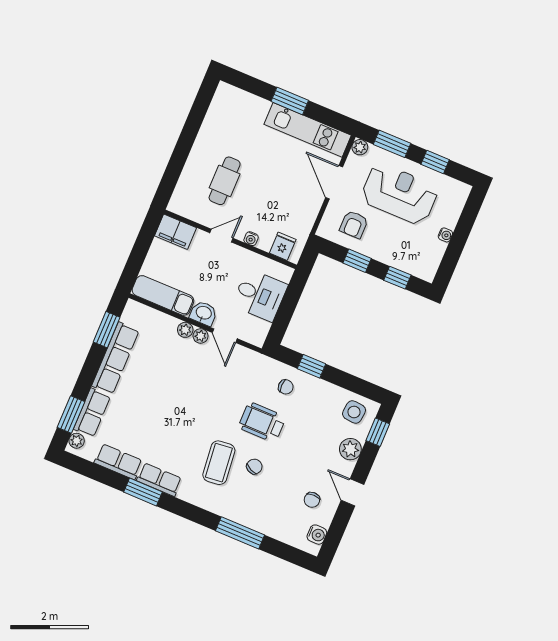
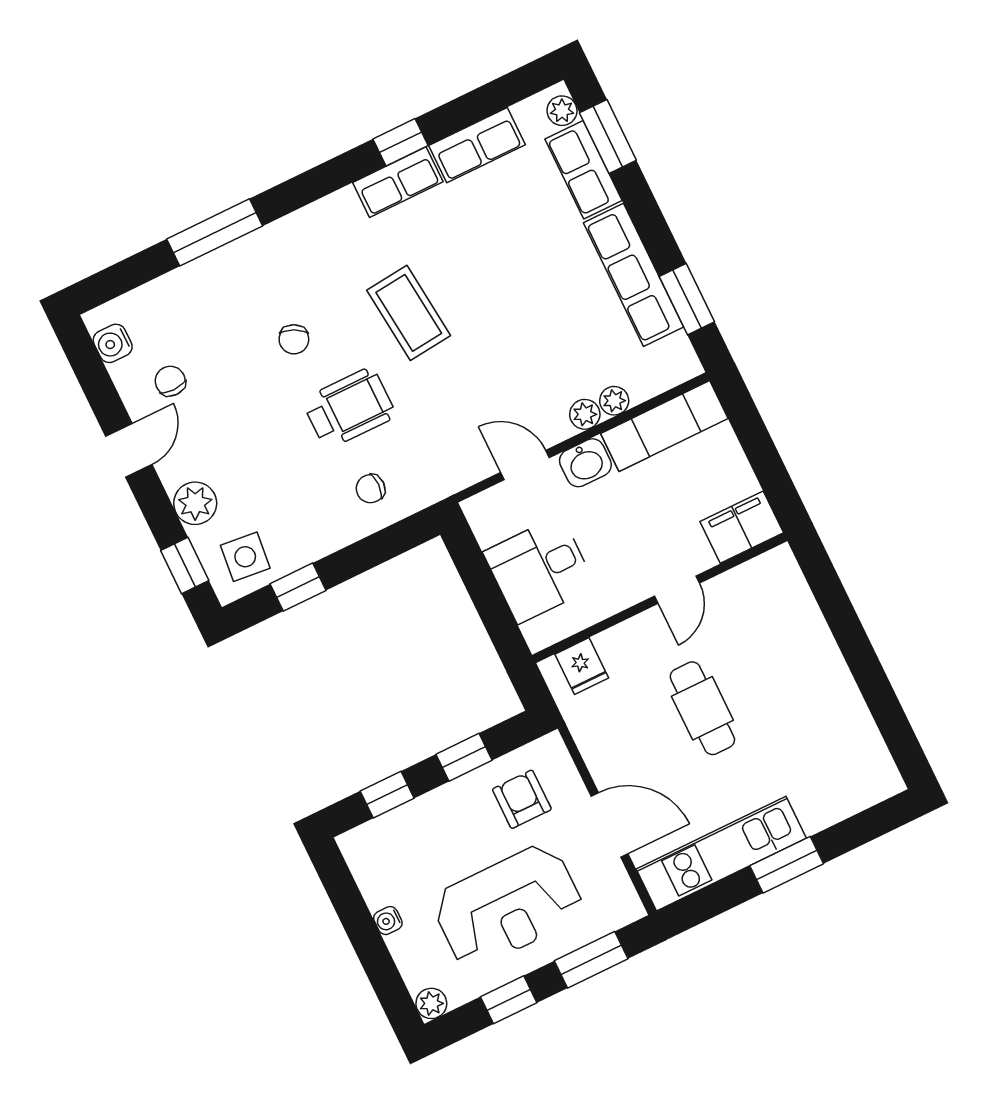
plant: (360, 147) -> (431, 1003), moved
cafe table: (225, 181) -> (702, 708), moved
water cooler: (251, 239) -> (634, 629), removed
plant: (201, 336) -> (614, 401), moved
window: (311, 366) -> (298, 587), moved
coffee table: (219, 463) -> (409, 313), moved
window: (143, 492) -> (400, 142), width x0.67
door: (352, 492) -> (129, 450), hinge flipped

